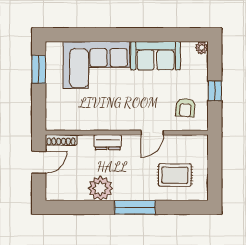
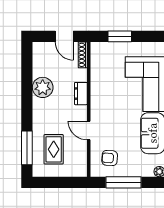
window: (39, 69) -> (120, 36), moved
window: (215, 91) -> (124, 182), width x2.17
window: (135, 207) -> (27, 148), moved

